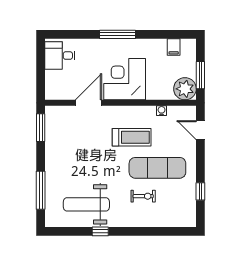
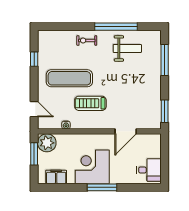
filing cabinet: (174, 47) -> (56, 177), width x2.00
corner desk: (125, 79) -> (92, 167), moved, turned 180
exercise bike: (143, 196) -> (87, 40), moved
weight bench: (86, 204) -> (127, 48), width x0.73, depth x0.75
window: (100, 231) -> (116, 27), width x3.17

